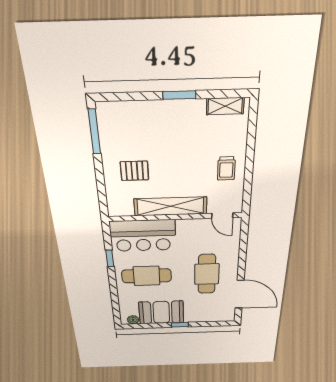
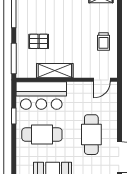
window: (102, 194) -> (14, 59), added
shelving: (170, 206) -> (55, 71), width x0.68
door: (222, 216) -> (102, 80), hinge flipped

